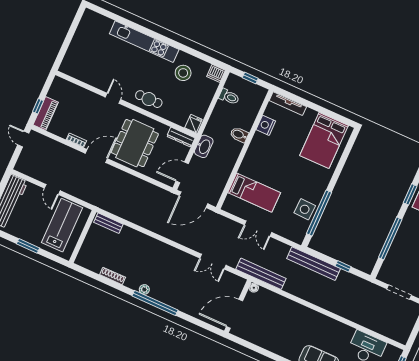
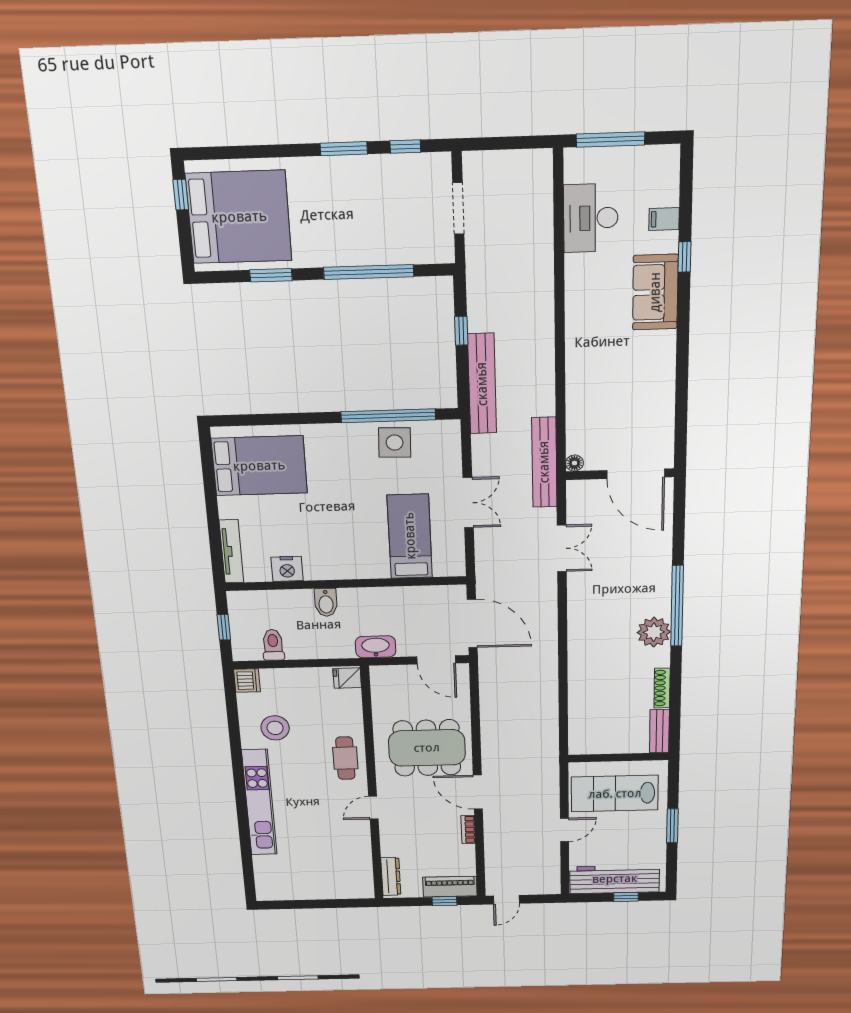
dresser: (181, 137) -> (391, 876), moved
bench: (108, 223) -> (659, 731), moved
plant: (144, 289) -> (654, 632), width x1.88, depth x1.88

